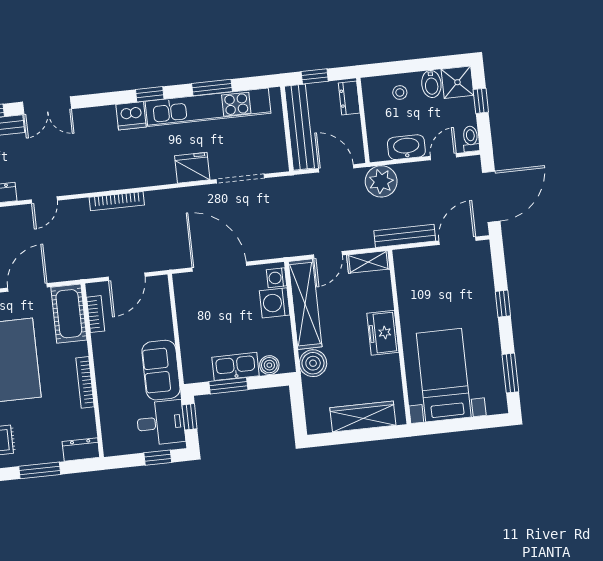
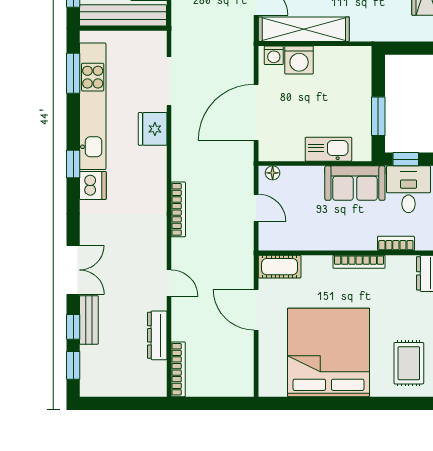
window: (212, 88) -> (73, 73), moved
door: (127, 277) -> (256, 208), width x0.73
floor lamp: (162, 289) -> (273, 173), added
cot: (69, 314) -> (280, 267), width x0.73, depth x0.75
bookcase: (96, 314) -> (396, 243), moved
boiler: (313, 363) -> (365, 28), removed
boiler: (269, 365) -> (362, 72), removed
kitchen sink: (235, 366) -> (328, 149), moved, turned 90

